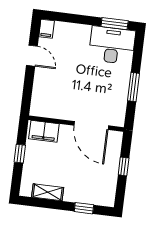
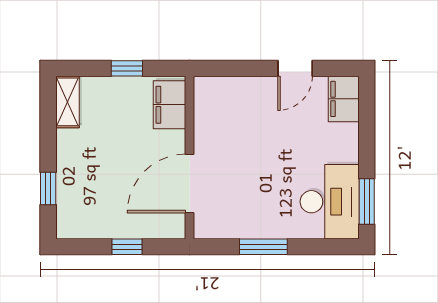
filing cabinet: (47, 29) -> (344, 99), width x2.00
shelving: (48, 192) -> (67, 102), moved

